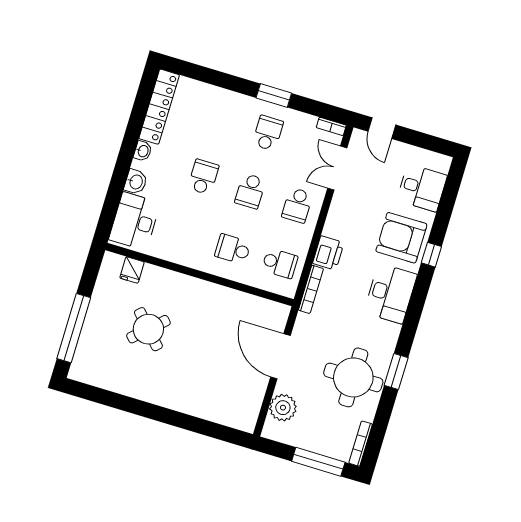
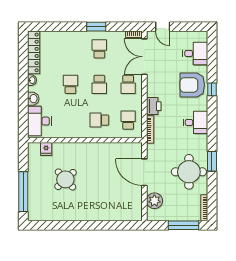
double door: (337, 168) -> (144, 57), width x1.37
school desk: (280, 263) -> (128, 120), turned -90
desk: (390, 294) -> (196, 122), width x0.73

